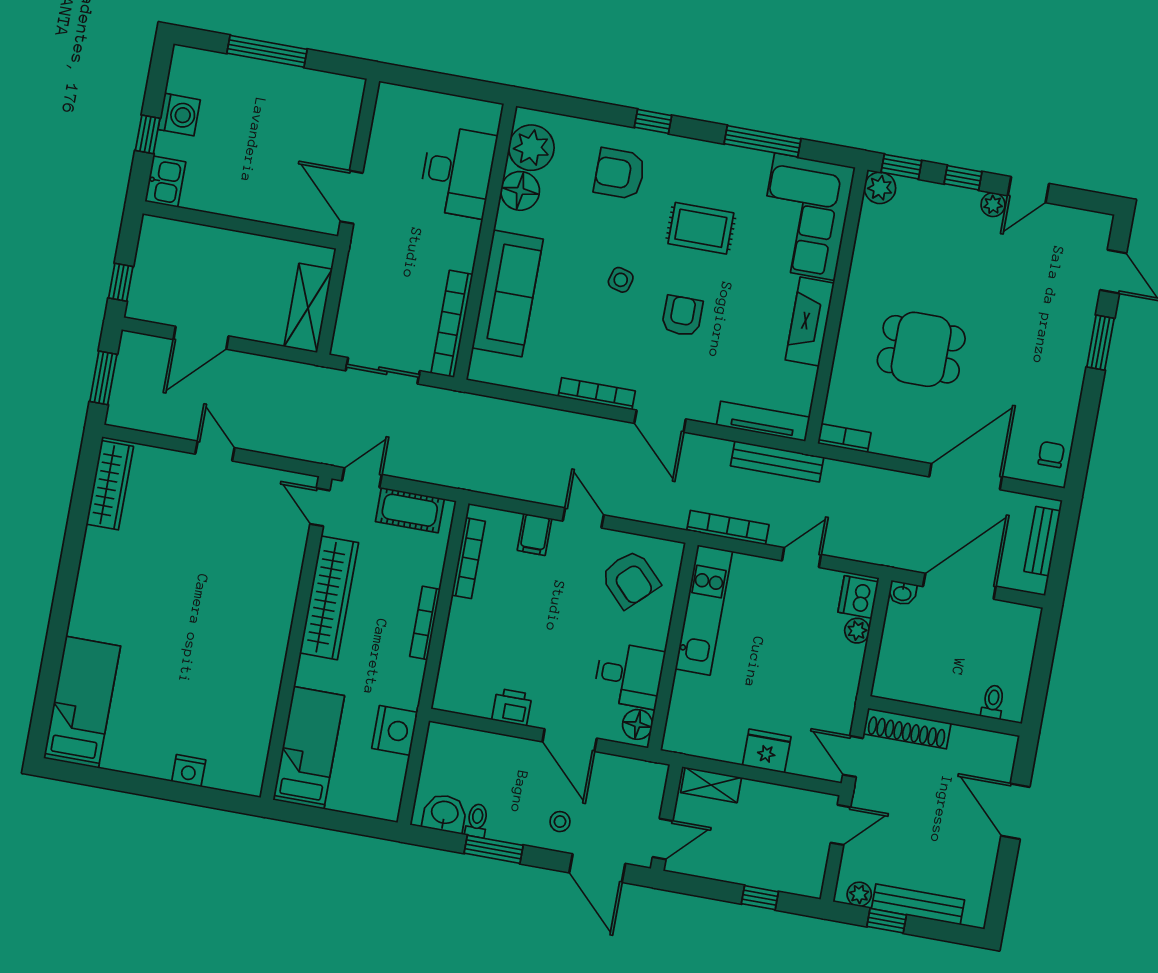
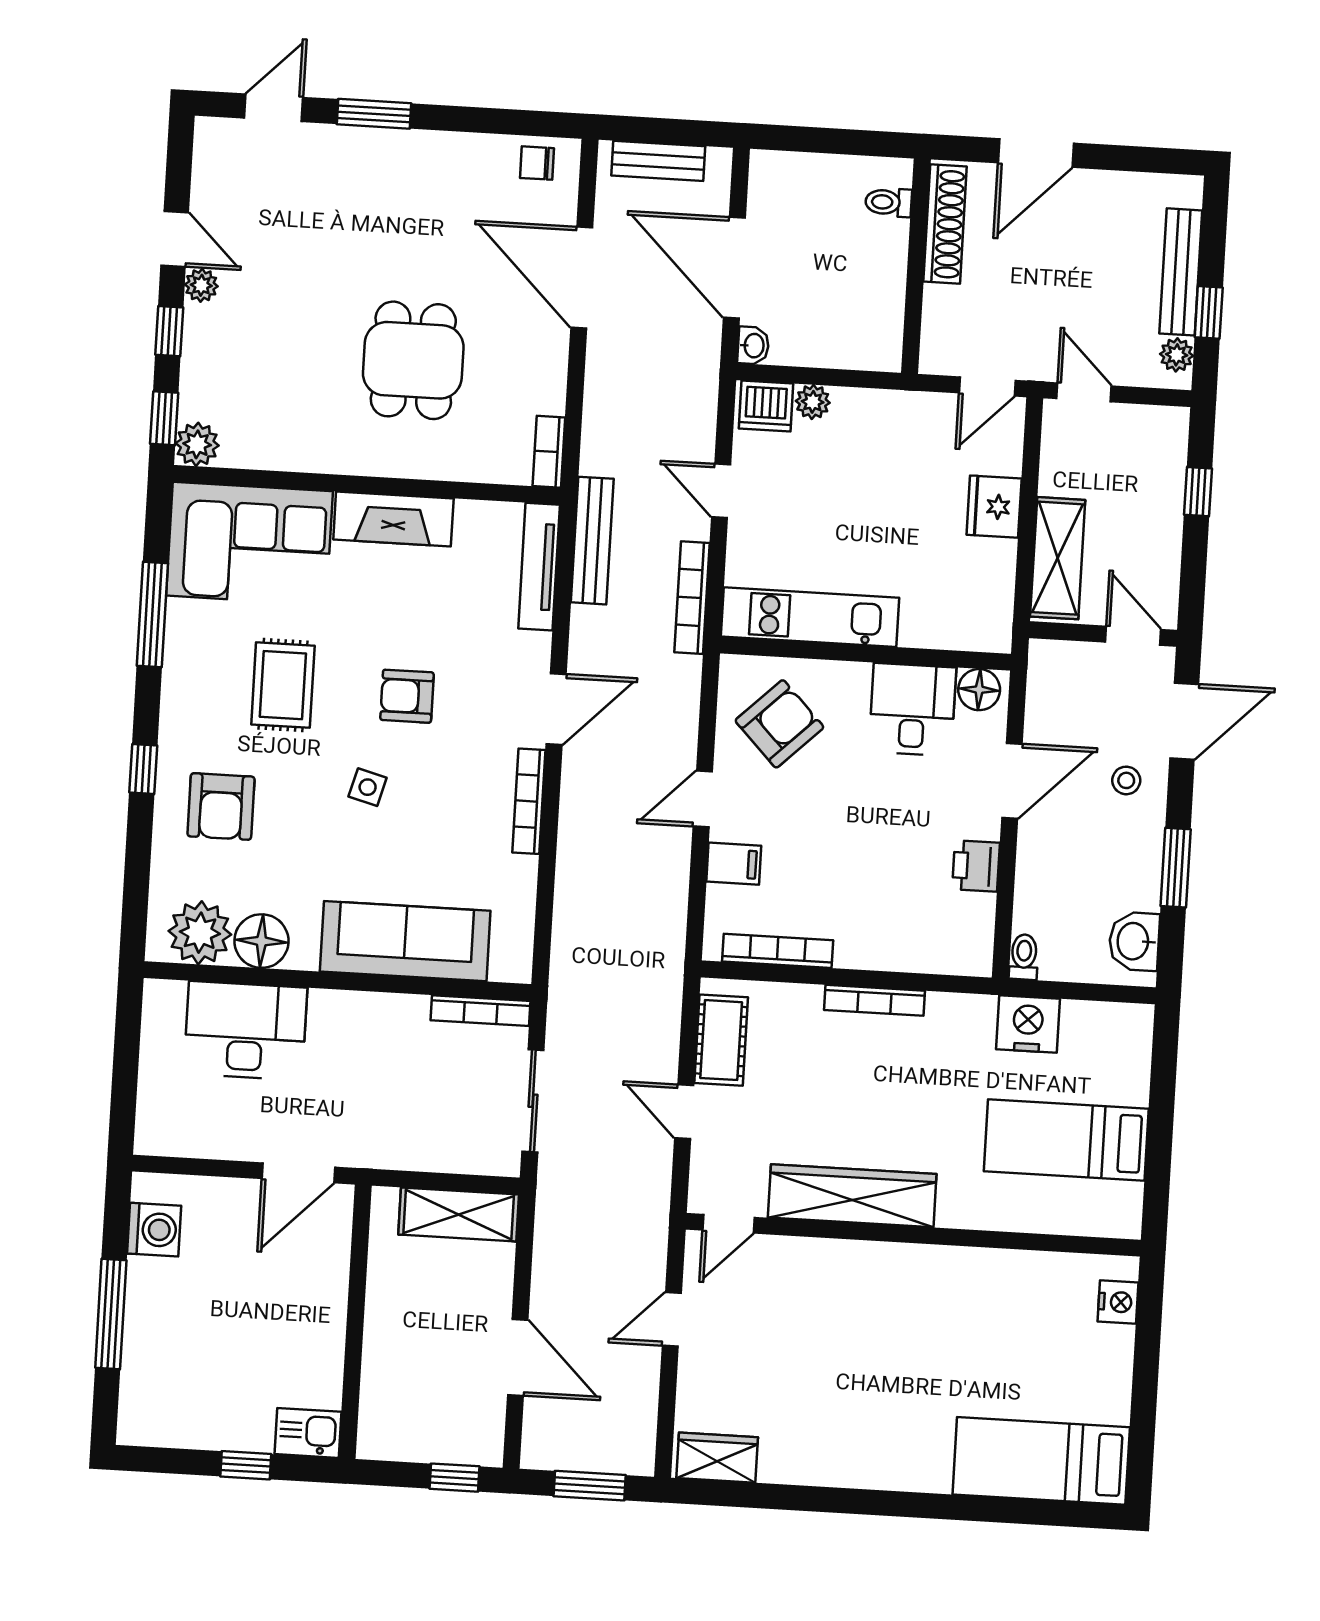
washing machine: (179, 115) -> (154, 1230), moved, turned 90
bookcase: (452, 324) -> (480, 1011), width x0.68, depth x0.76
wardrobe: (110, 485) -> (717, 1458), width x0.67
door: (320, 507) -> (729, 1224), moved
wardrobe: (329, 598) -> (852, 1196), moved
wall: (296, 638) -> (913, 1235), moved
shoe rack: (907, 729) -> (945, 224), moved
shelving: (711, 785) -> (1058, 558), width x1.50, depth x1.33
toilet: (477, 821) -> (1024, 957), moved, turned 90

